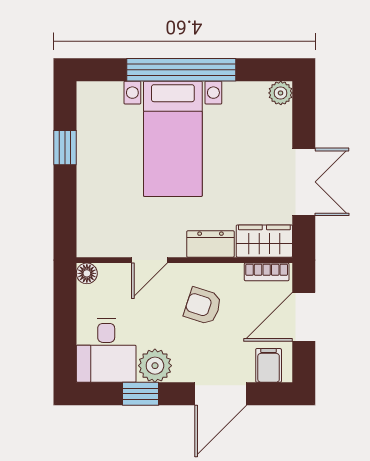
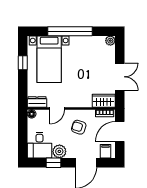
bed with nightstands: (173, 139) -> (49, 59), moved
dresser: (210, 244) -> (37, 102), moved

